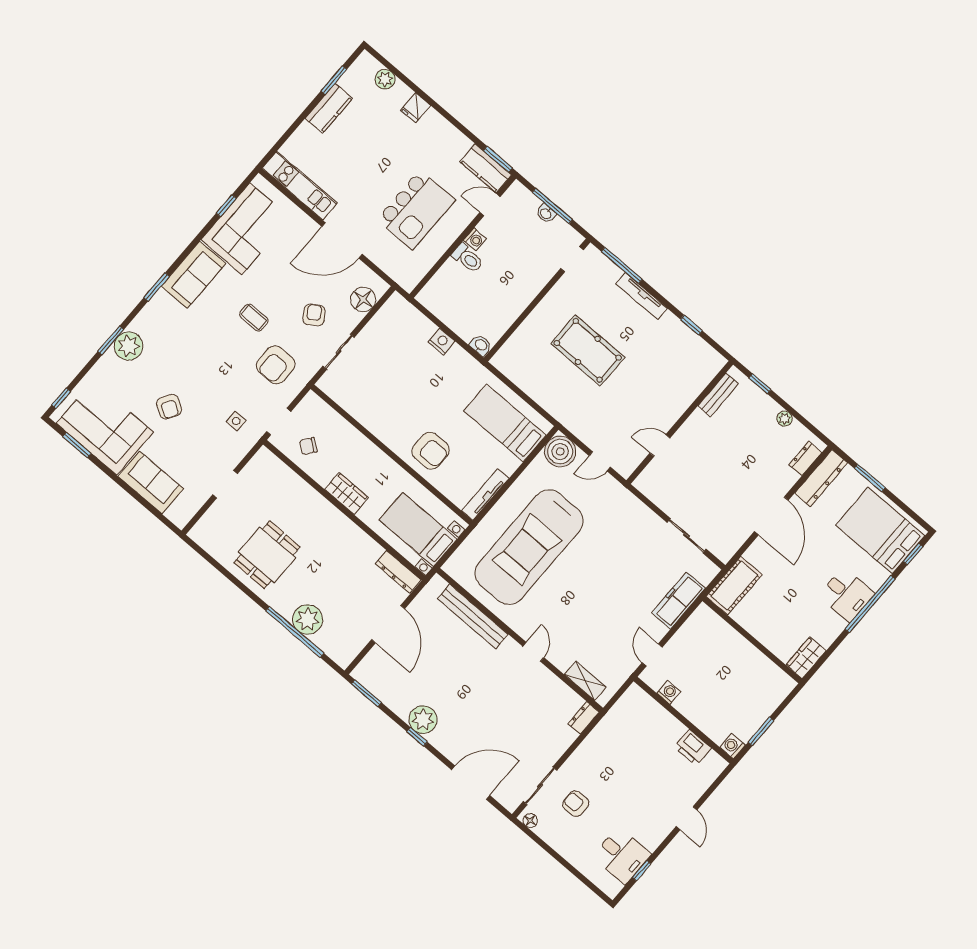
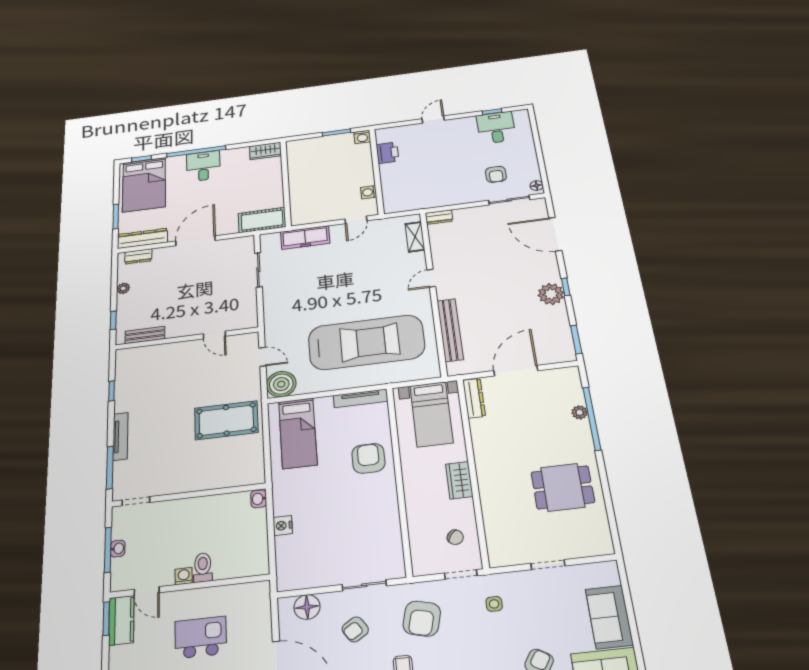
kitchen island: (416, 210) -> (201, 637), width x0.73, depth x0.78
pool table: (588, 350) -> (226, 420), moved, turned 90
armchair: (276, 365) -> (422, 619), turned 104
plant: (308, 619) -> (580, 412), width x0.53, depth x0.53

